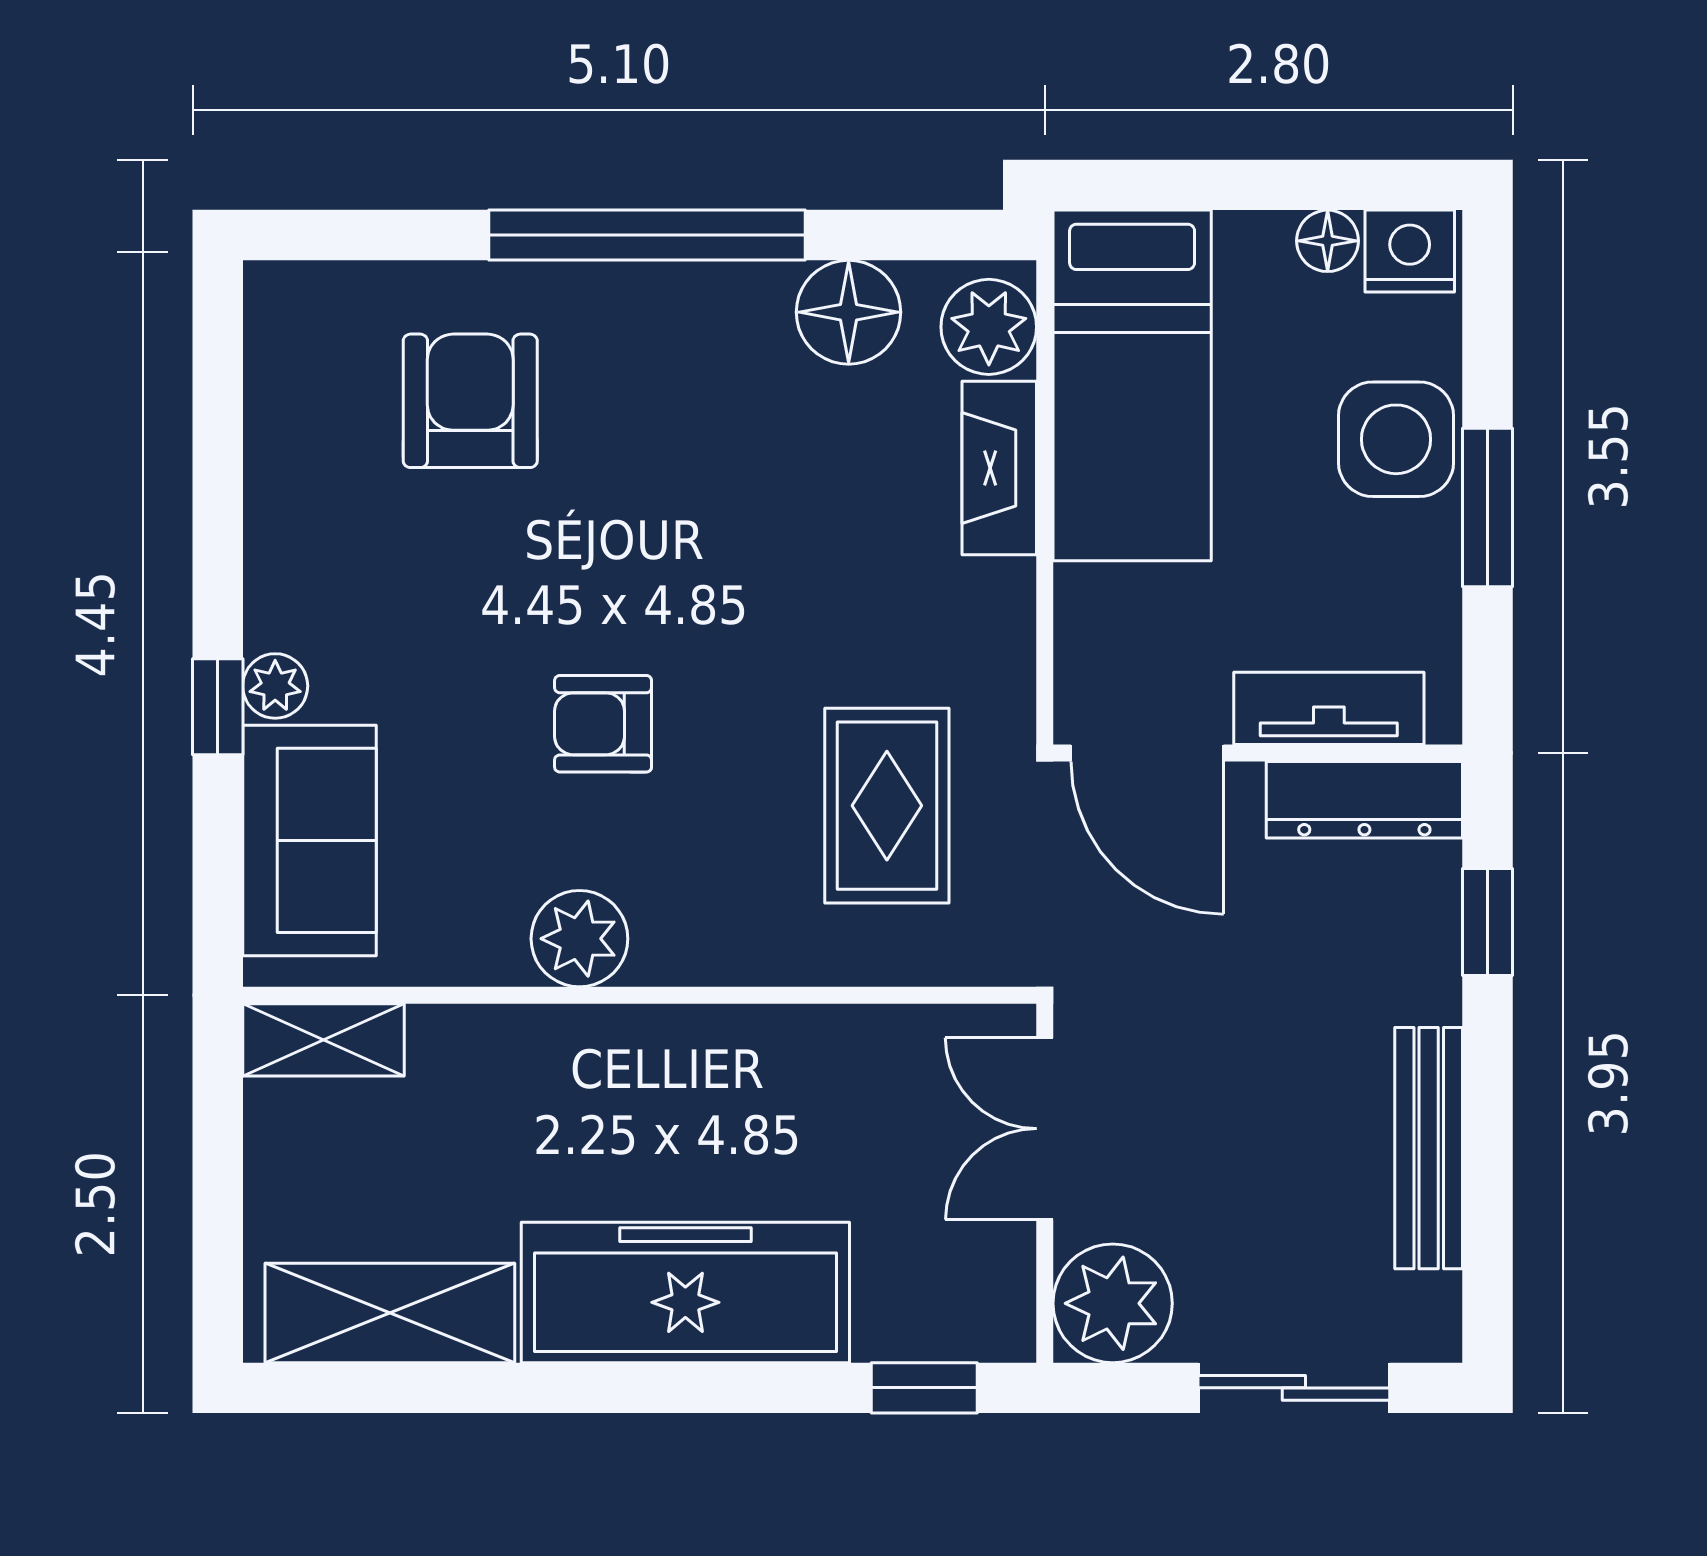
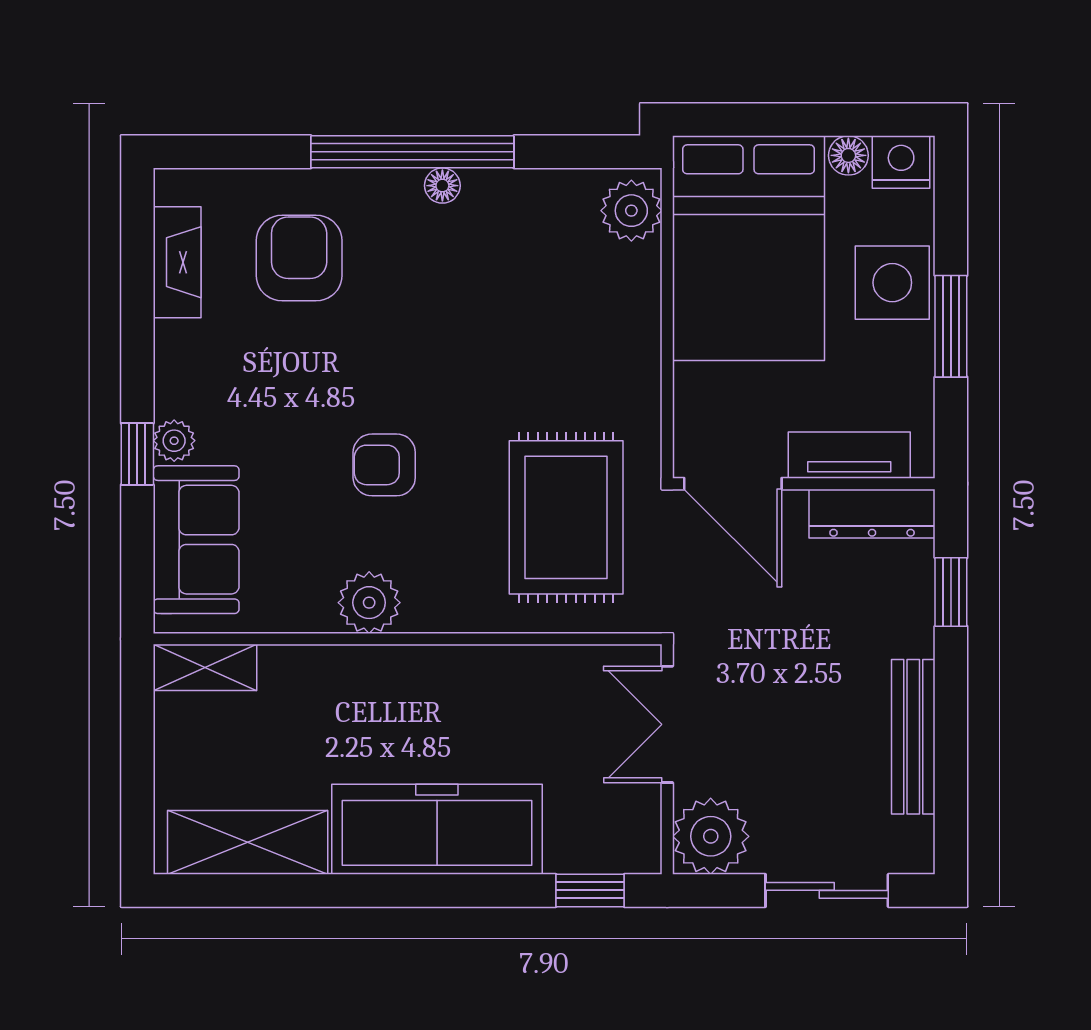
floor lamp: (849, 312) -> (442, 186), moved, width x0.53, depth x0.53
bed: (1132, 385) -> (748, 248), width x1.50
fireplace: (999, 468) -> (177, 262), moved, turned 180
rug: (887, 806) -> (566, 517), width x1.36, depth x1.43

